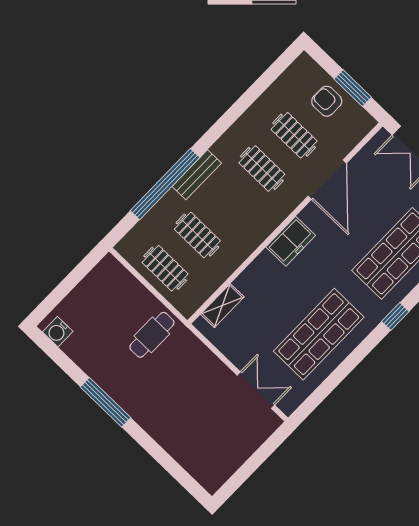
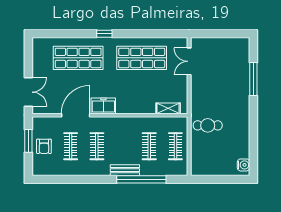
freezer: (291, 241) -> (103, 106), moved
window: (106, 402) -> (253, 79), moved

